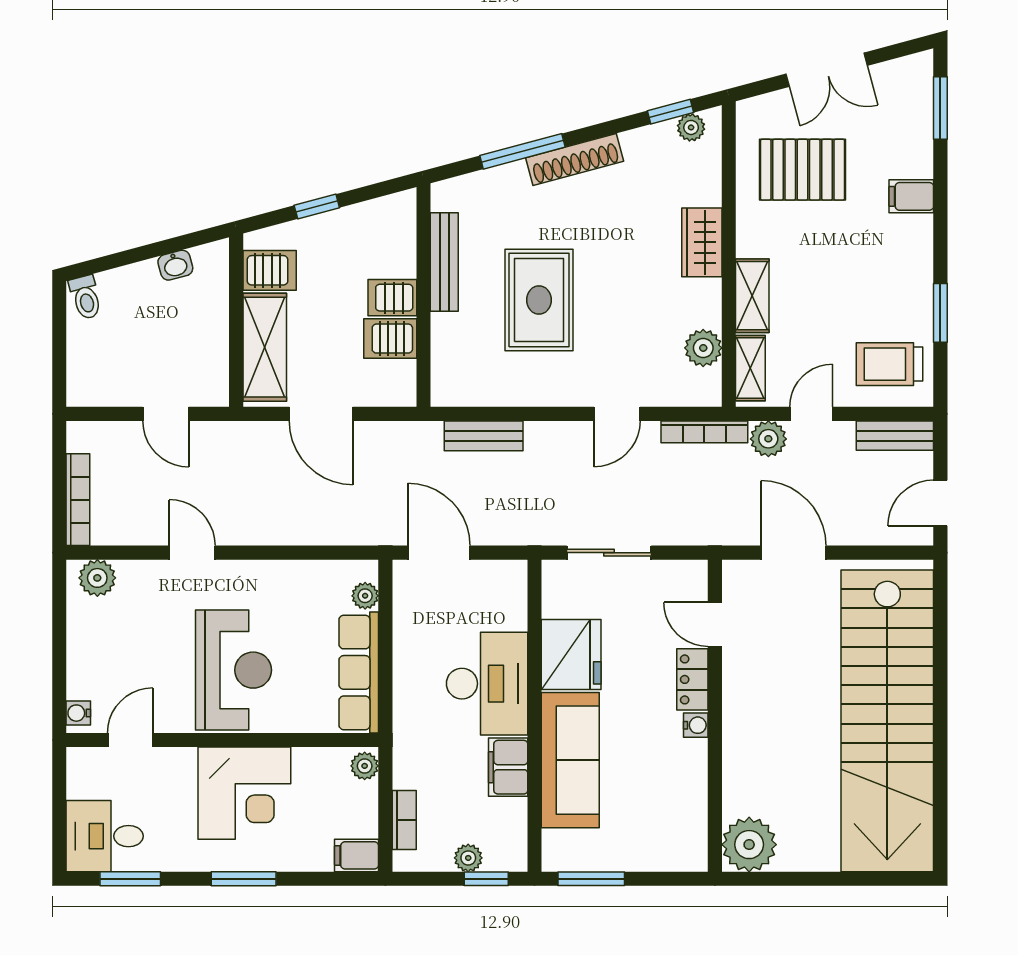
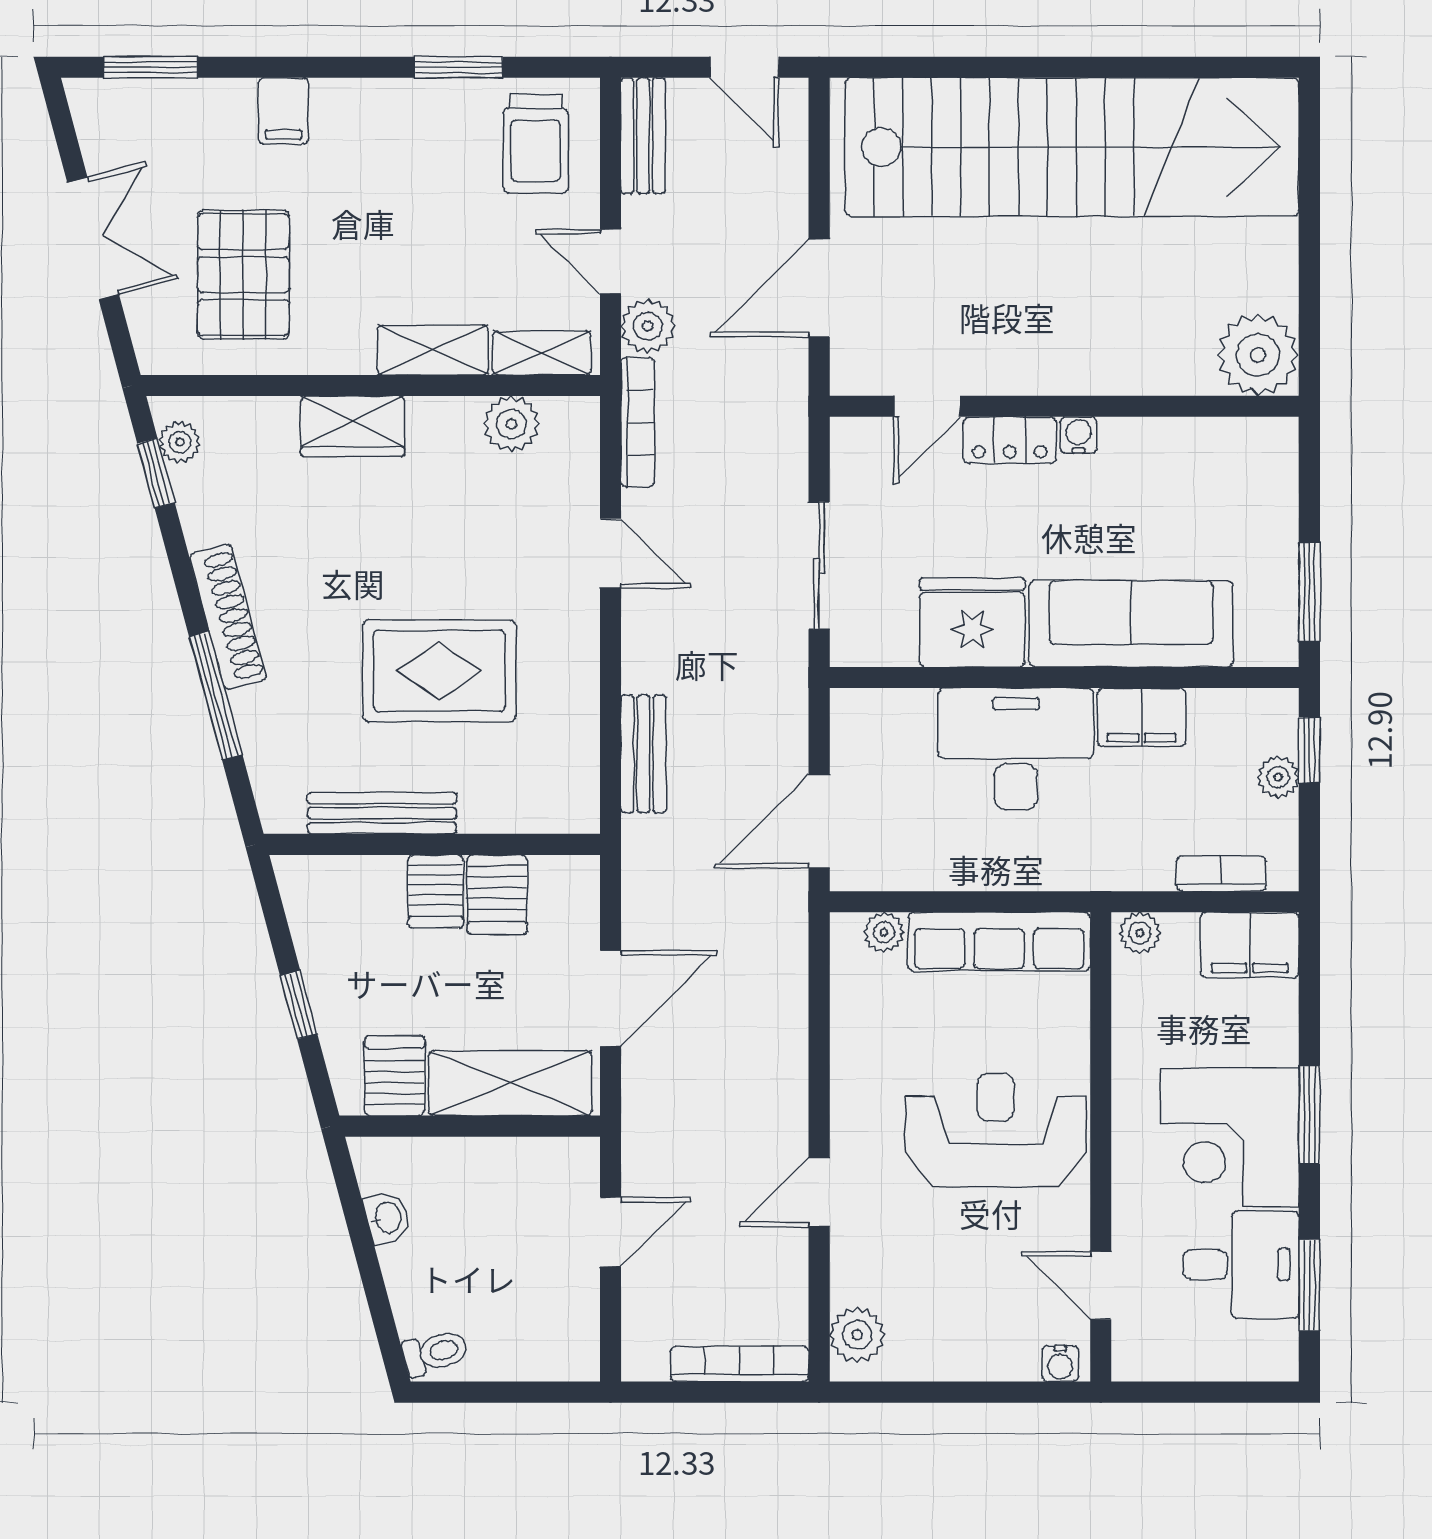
corner desk: (244, 793) -> (1230, 1137), moved, turned 180
desk: (105, 836) -> (1241, 1265), moved, turned -90
filing cabinet: (357, 855) -> (1250, 945), width x2.00

